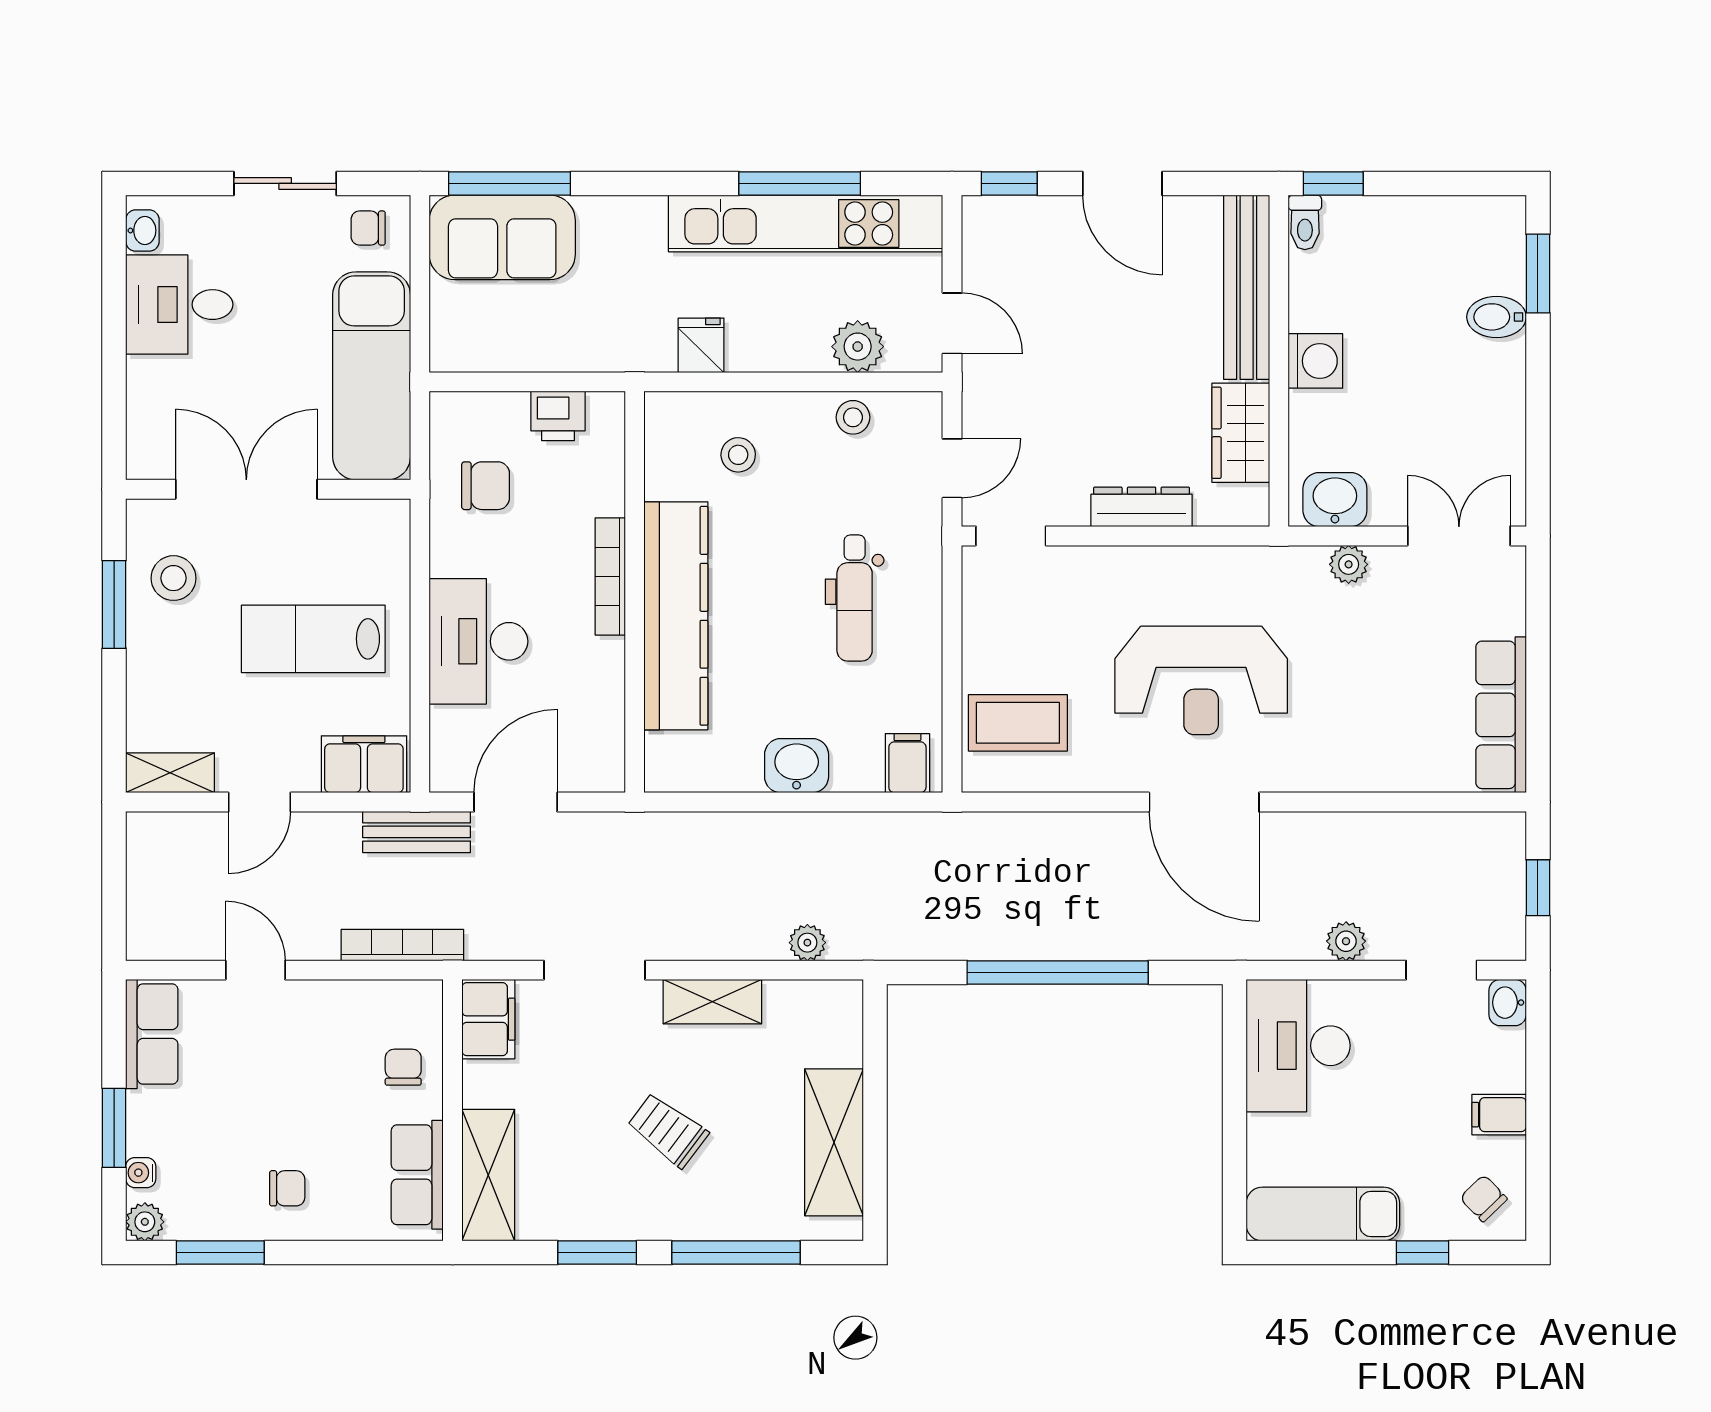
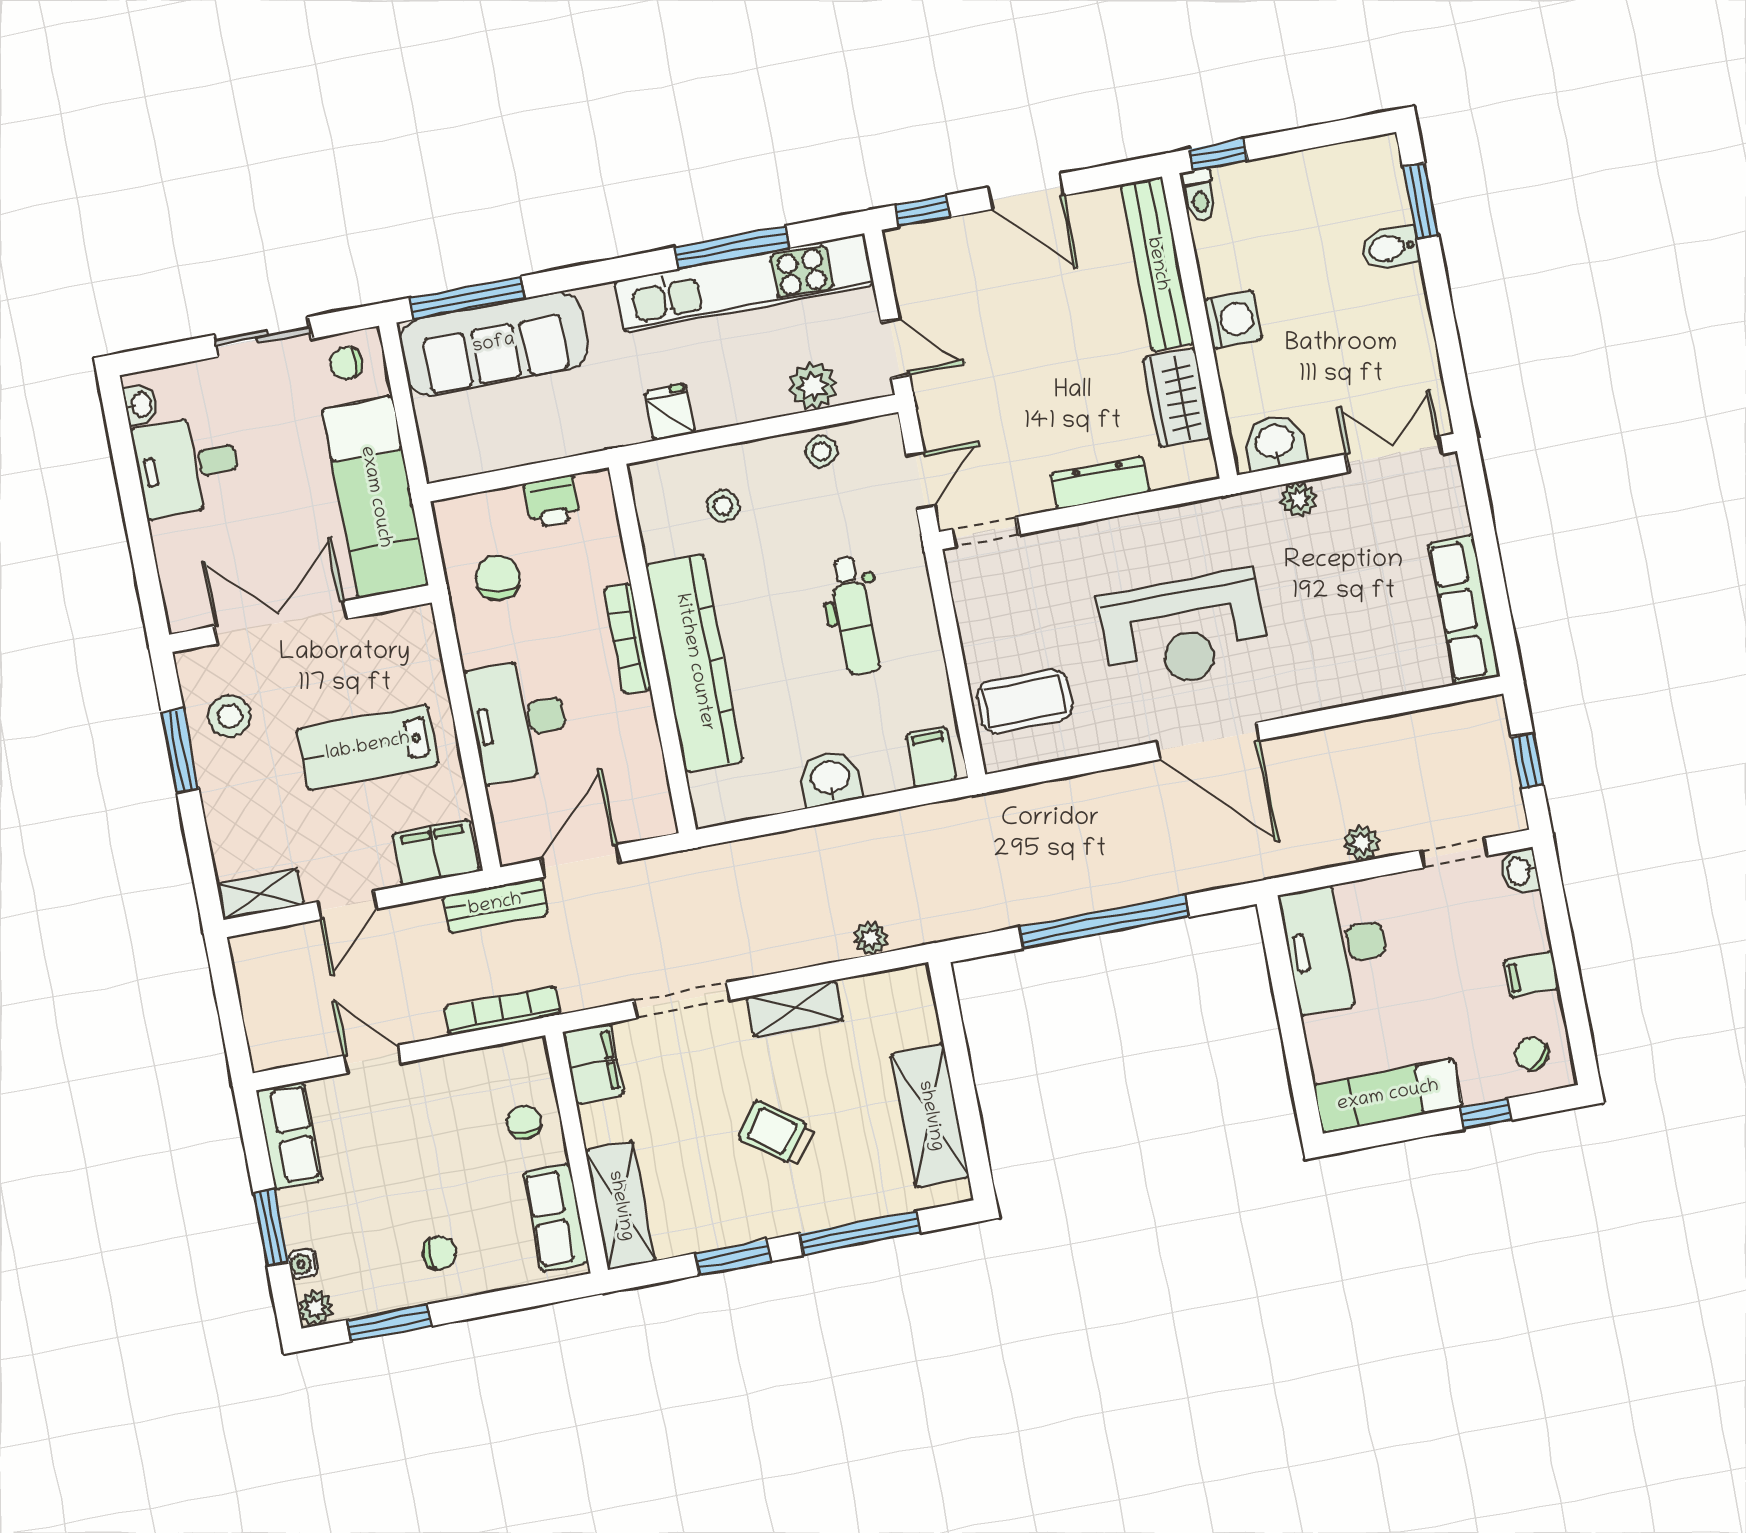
sofa: (502, 237) -> (494, 344), width x1.36
chair: (486, 486) -> (498, 578), turned -81

